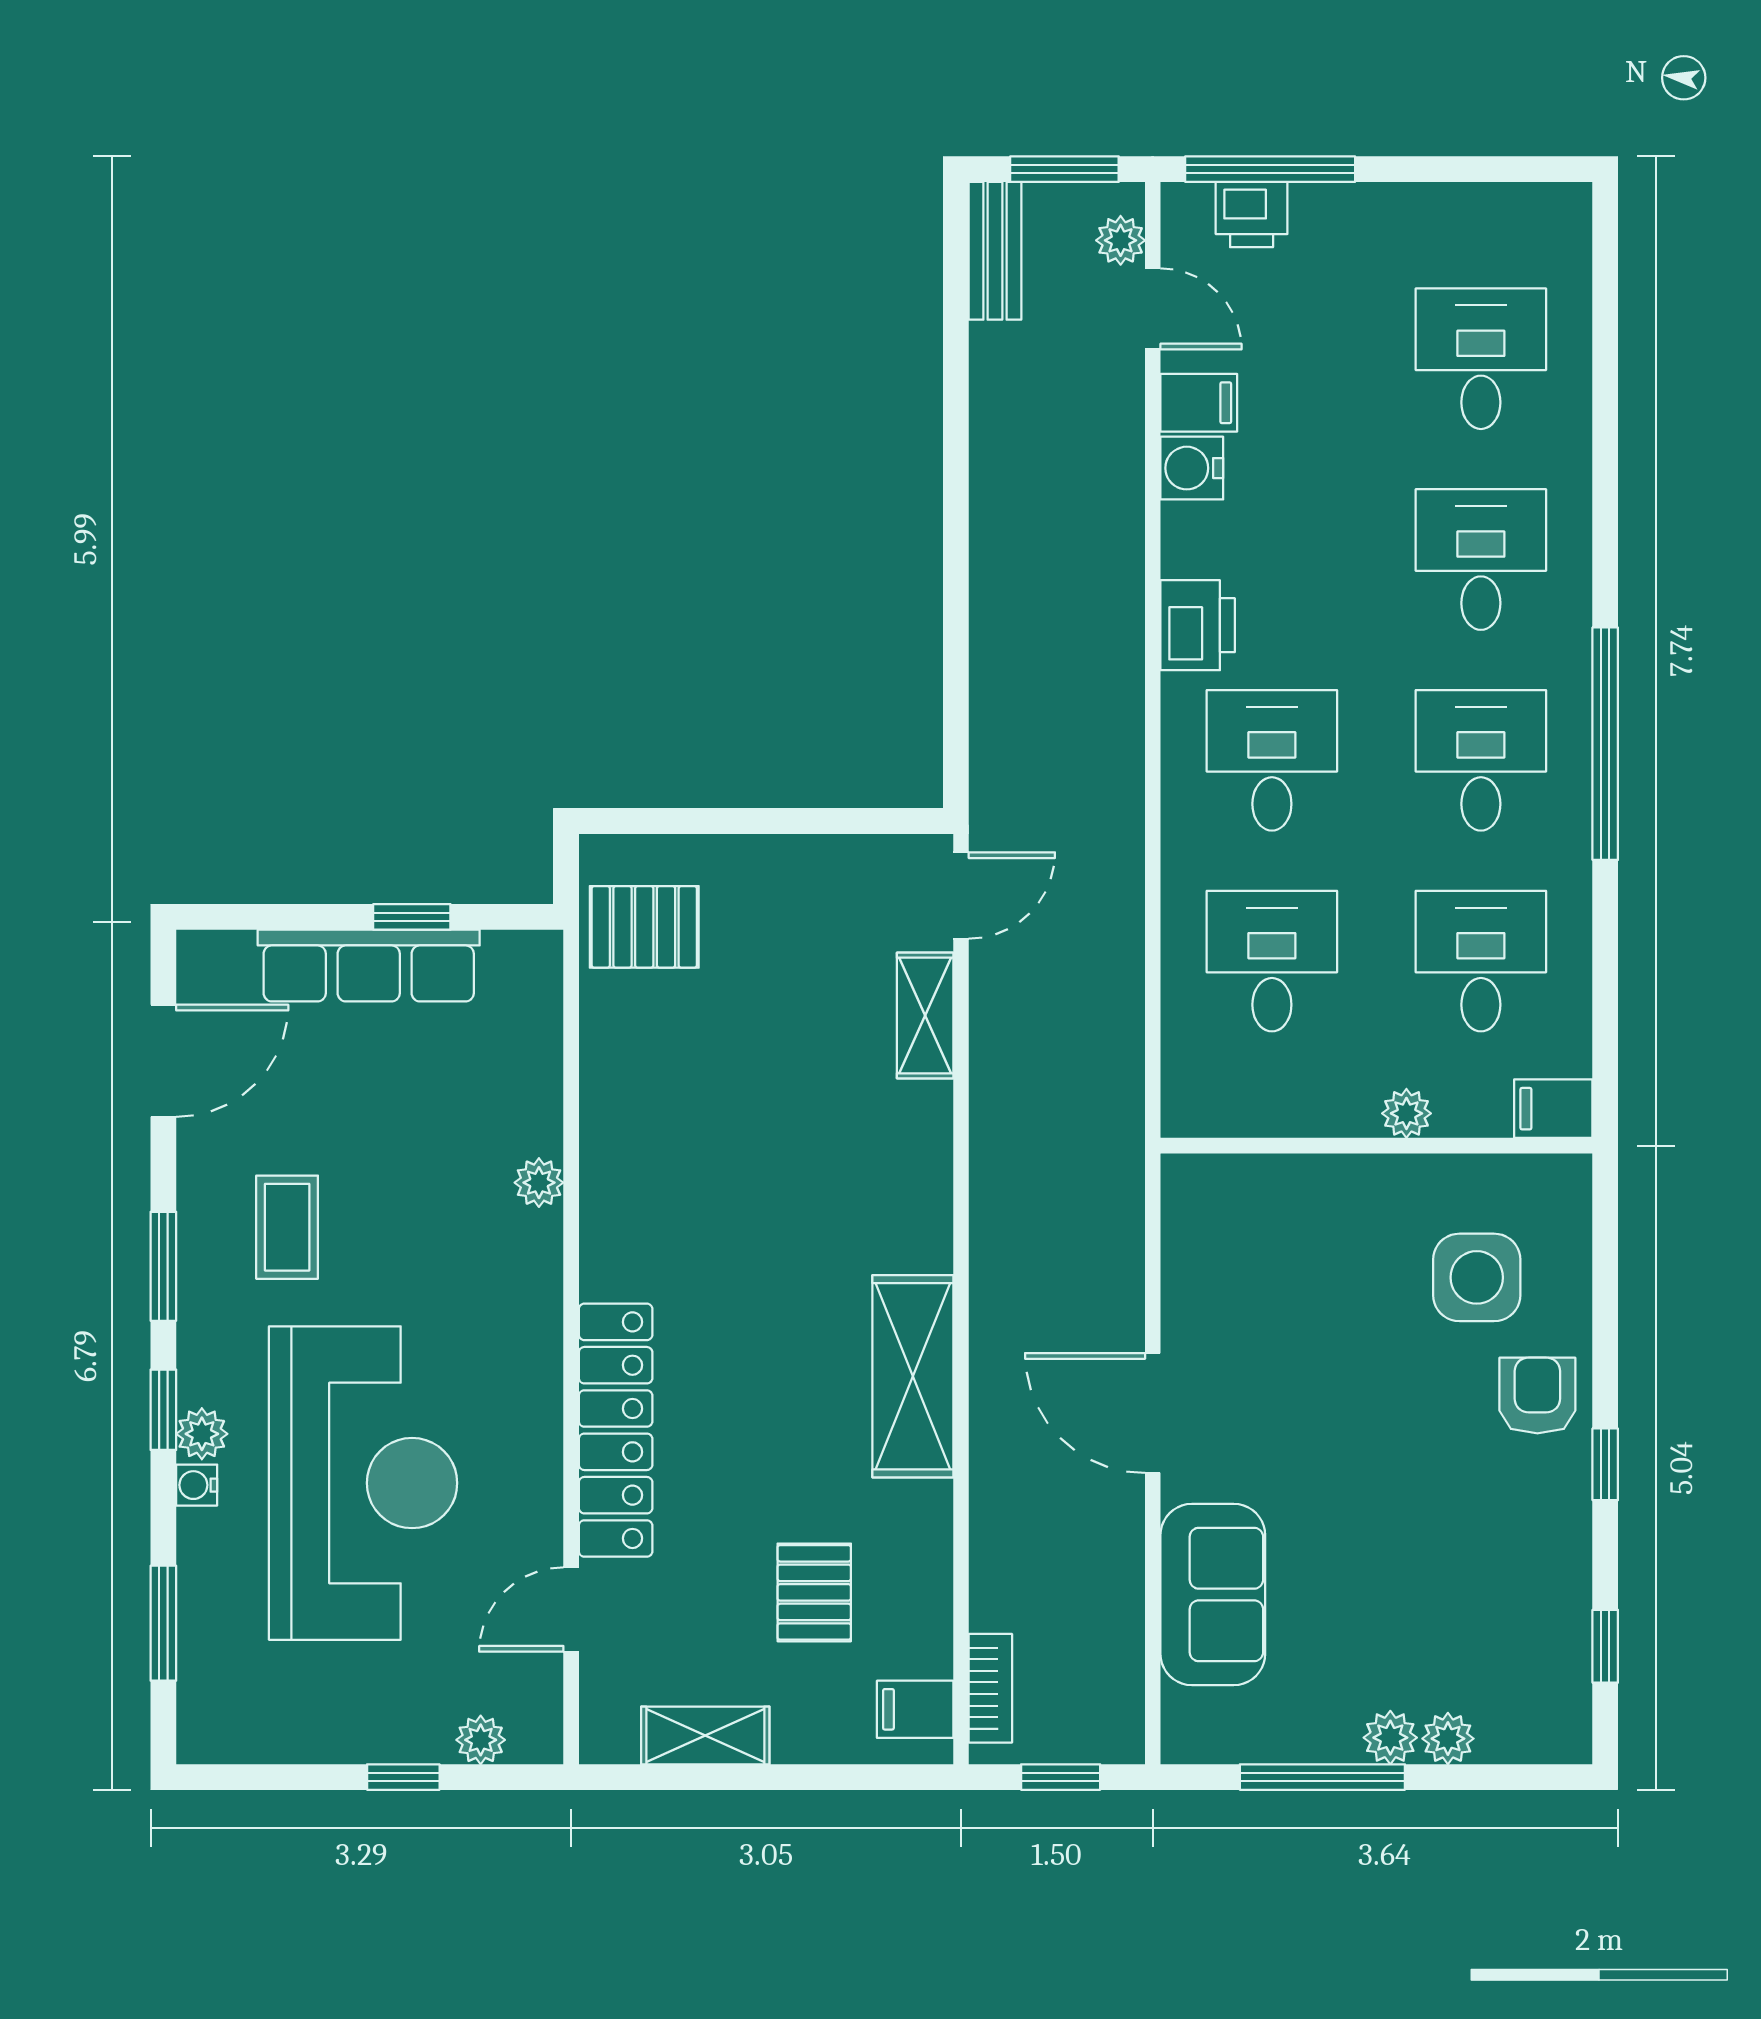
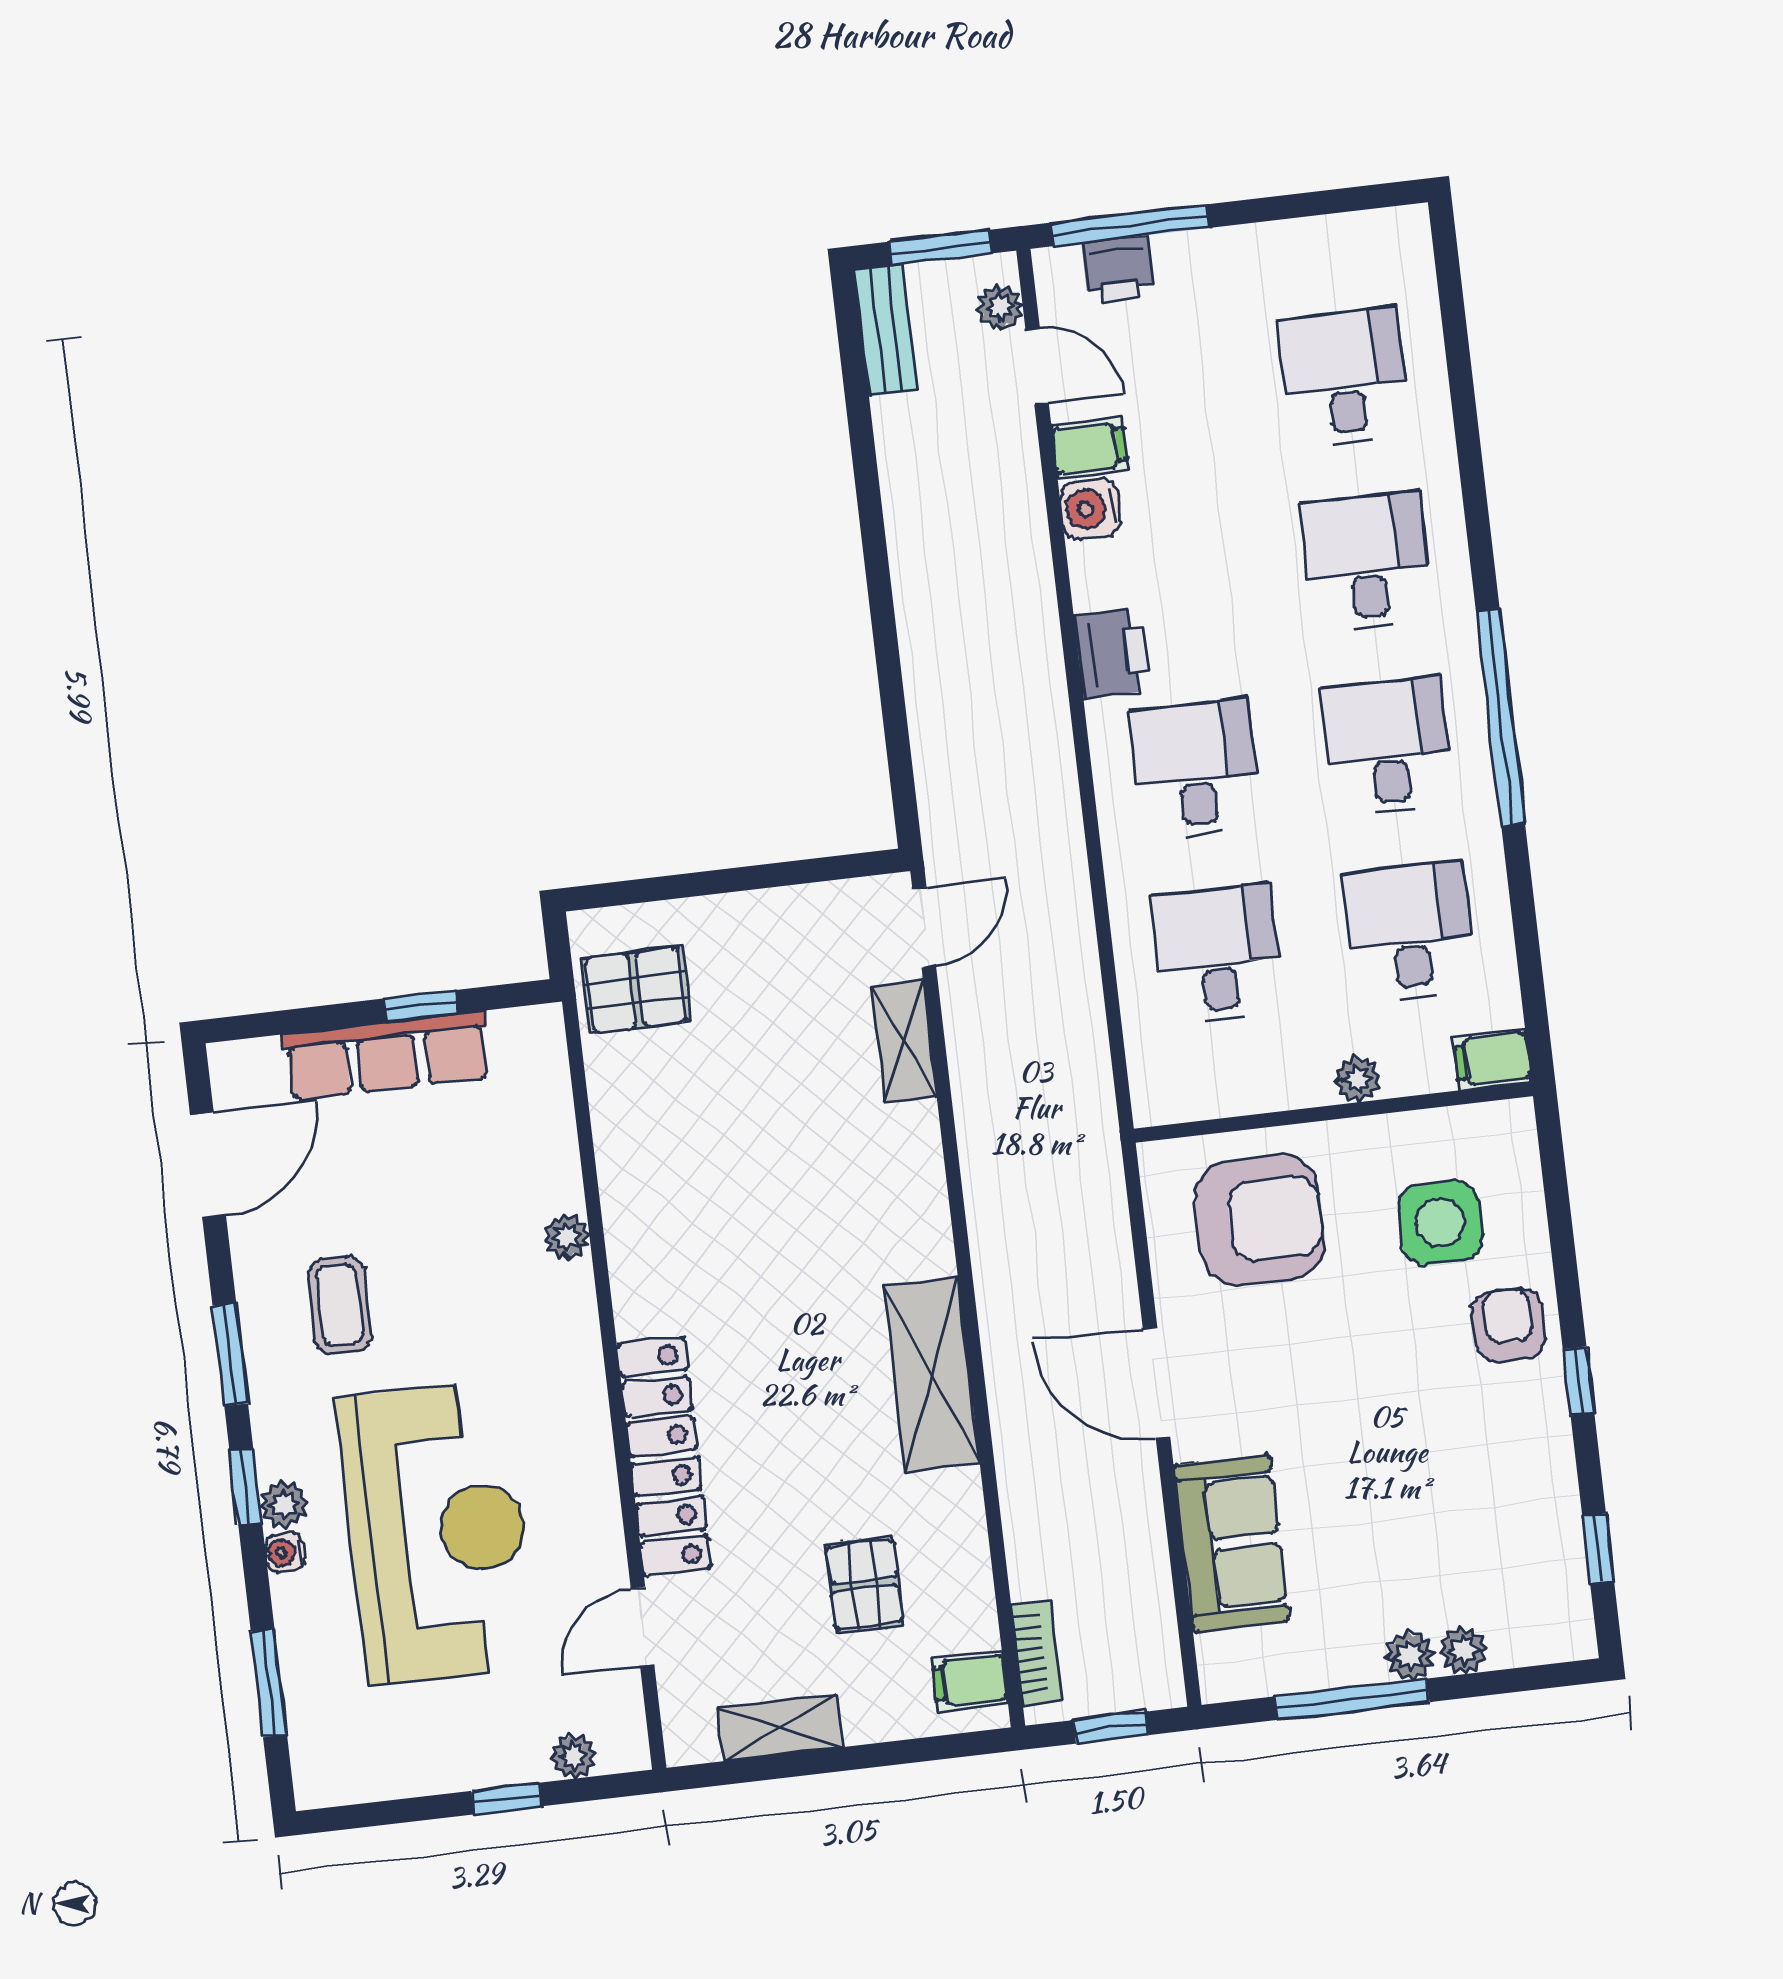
armchair: (1284, 1252) -> (1260, 1220), added

